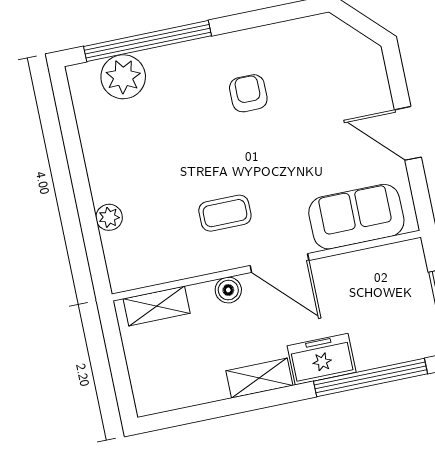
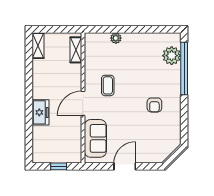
armchair: (248, 93) -> (154, 105), turned 90
boiler: (228, 290) -> (76, 80), removed
window: (370, 377) -> (29, 131), removed
shelving: (259, 378) -> (38, 46), moved

